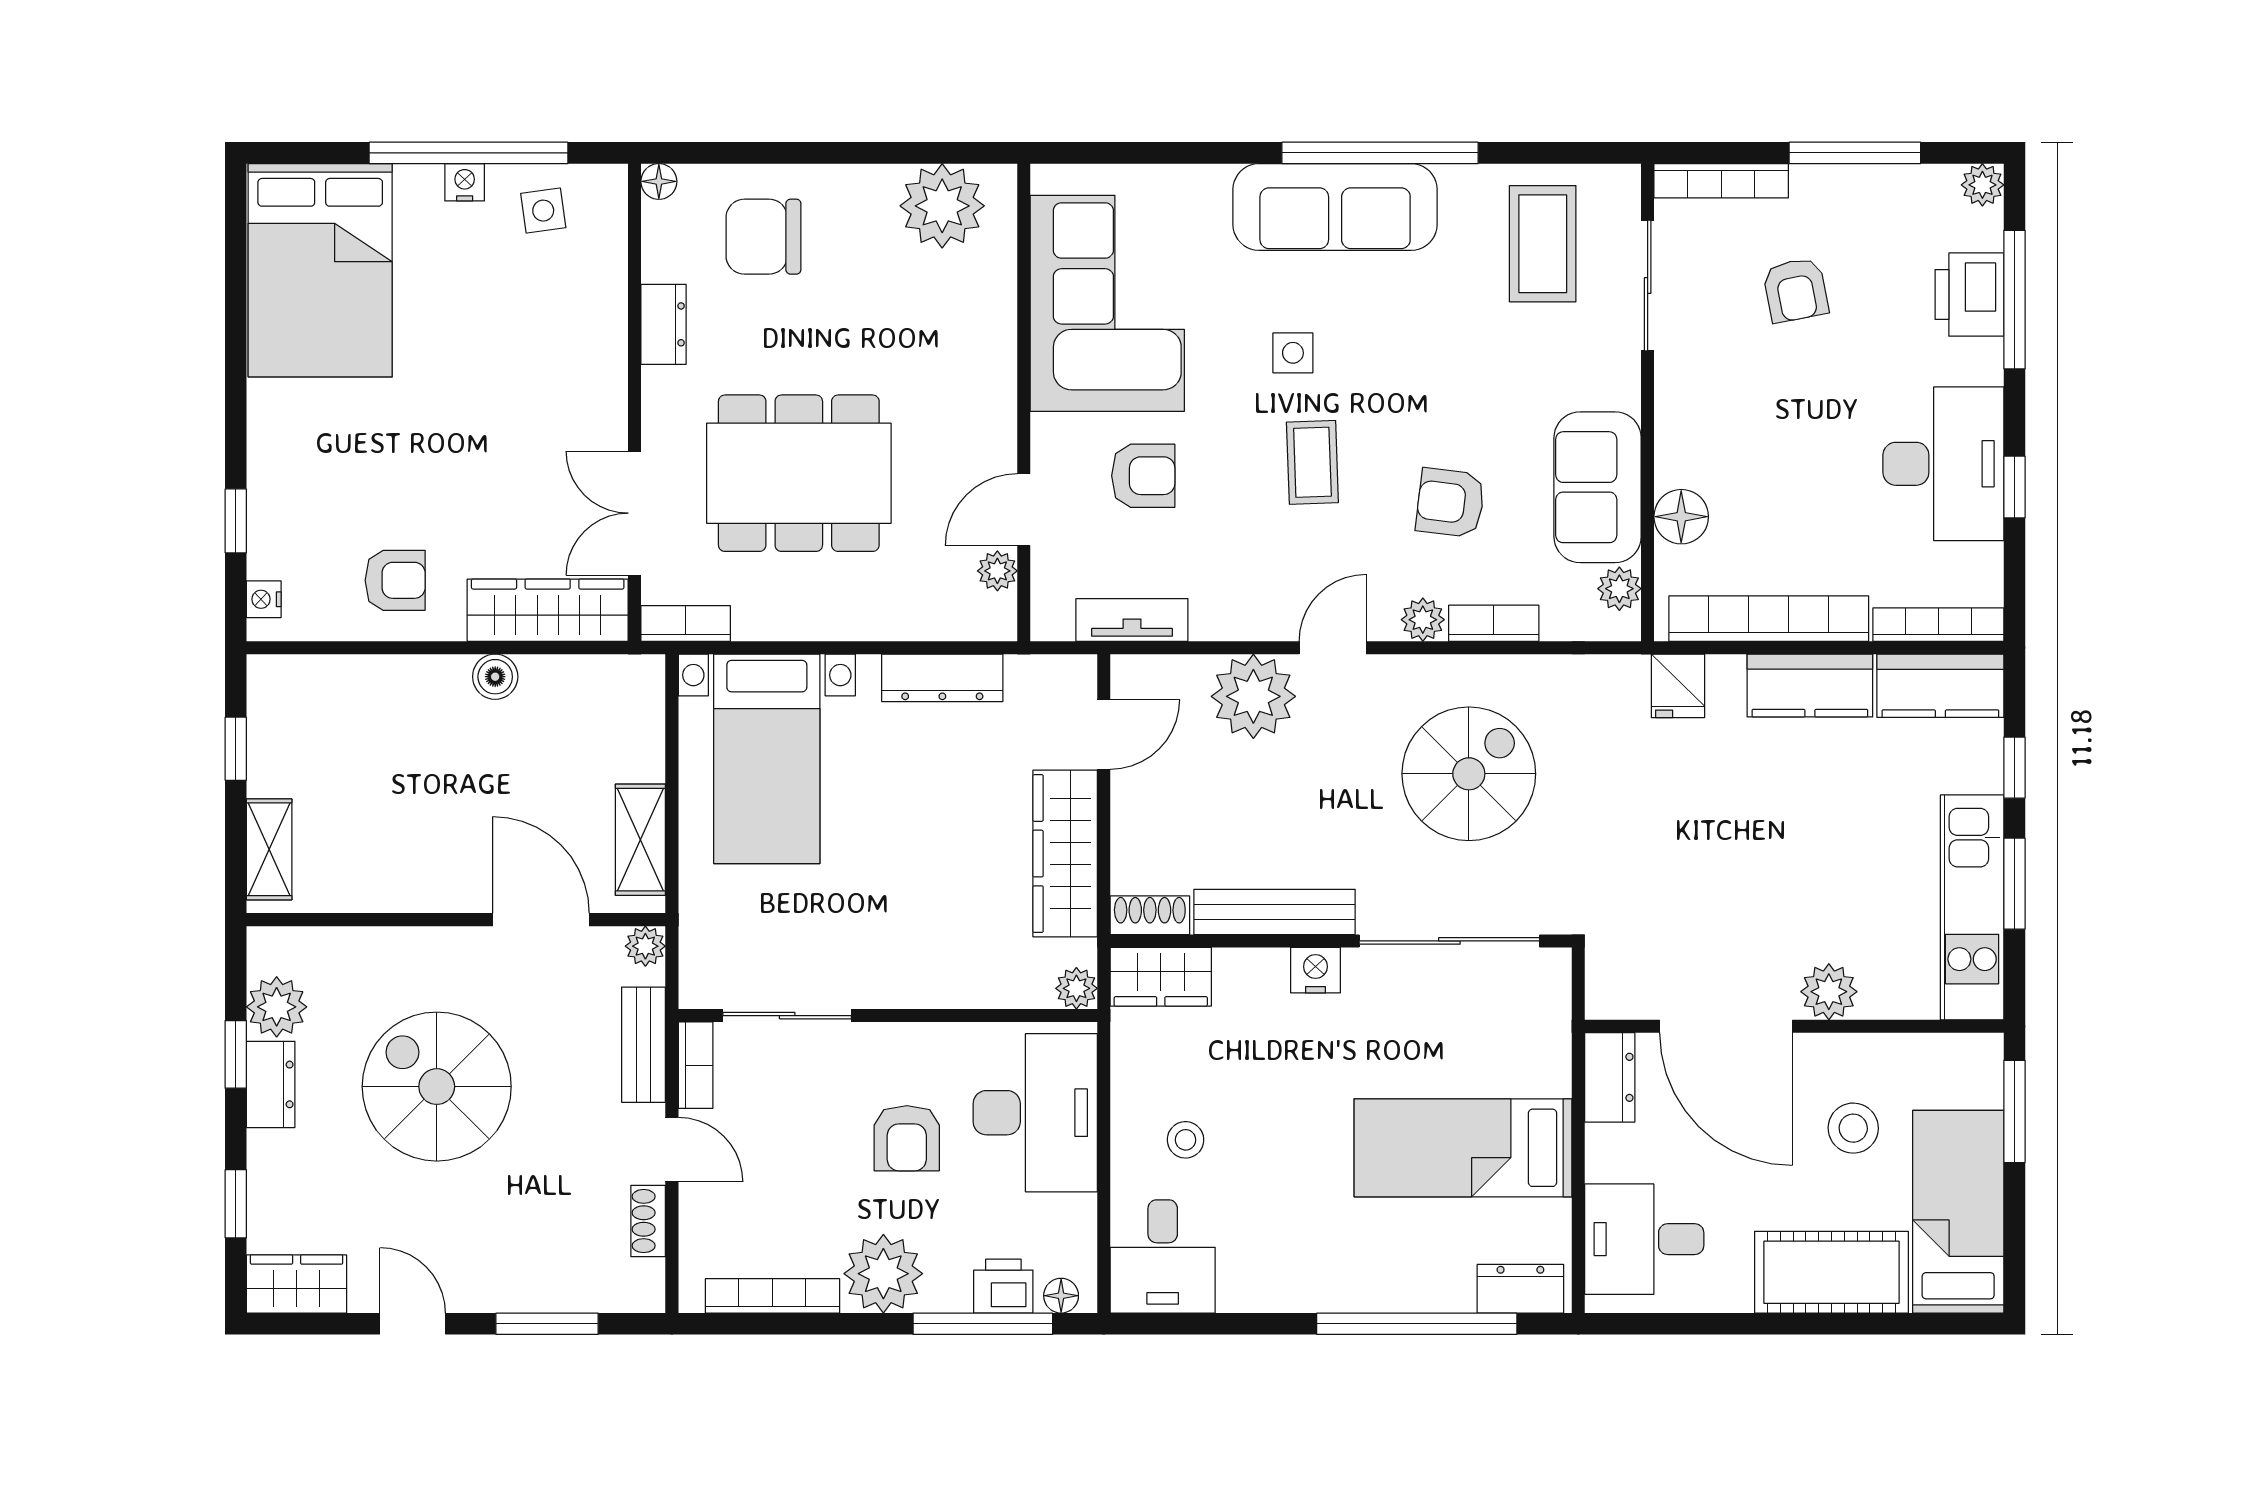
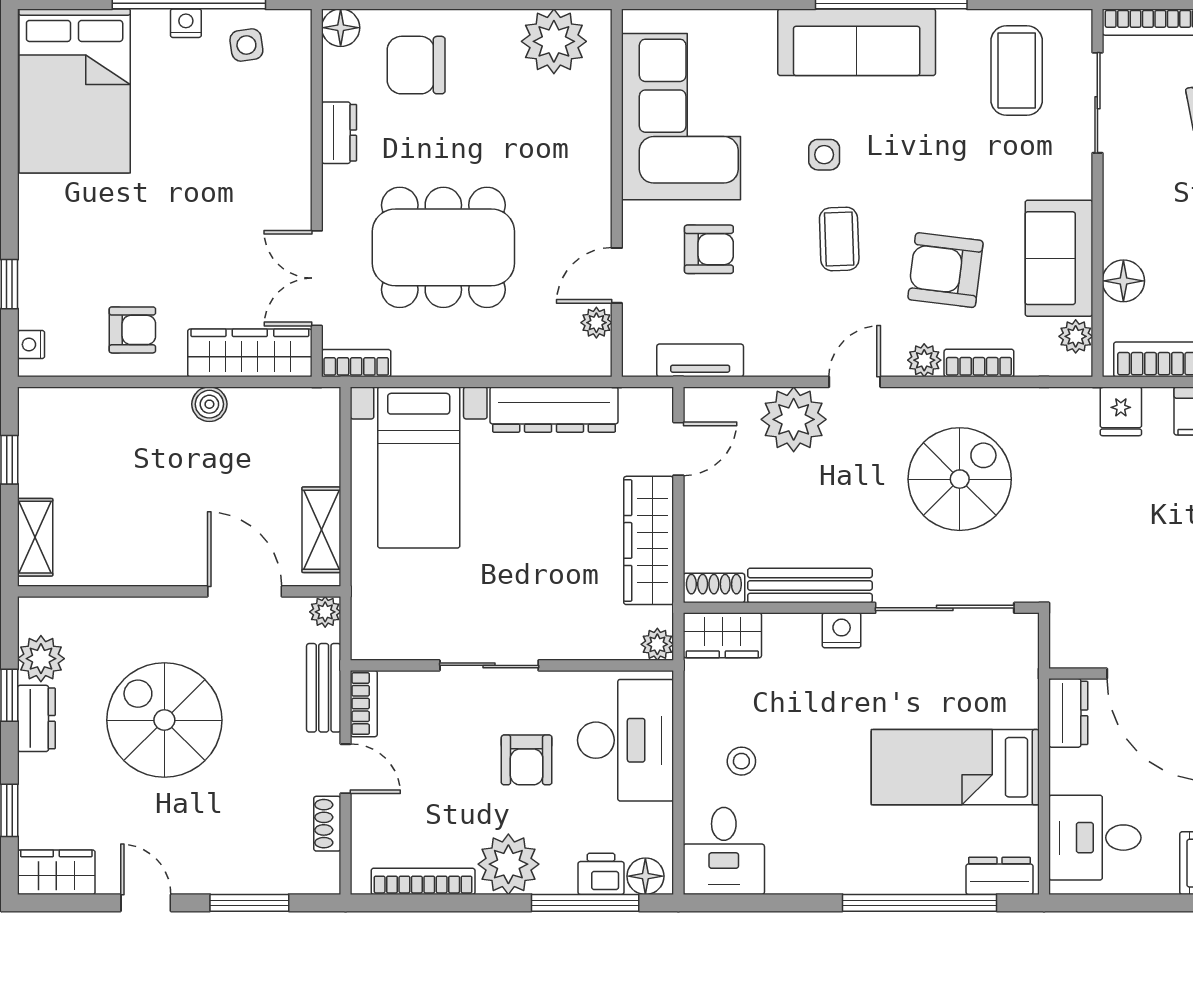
floor lamp: (659, 181) -> (341, 28), width x1.37, depth x1.37
armchair: (1450, 503) -> (945, 270), width x1.38, depth x1.38
dresser: (942, 678) -> (554, 410), width x1.37, depth x1.24
sliding door: (787, 1016) -> (489, 665), moved
floor lamp: (1061, 1296) -> (645, 876), width x1.37, depth x1.37

